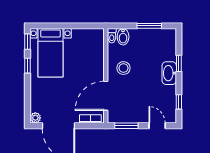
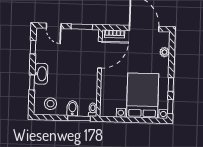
window: (149, 26) -> (79, 118), moved
bidet: (123, 37) -> (72, 108), moved
bed with nightstands: (51, 53) -> (143, 96), width x1.36
stool: (123, 68) -> (50, 104), moved
plant: (35, 118) -> (165, 52), moved

